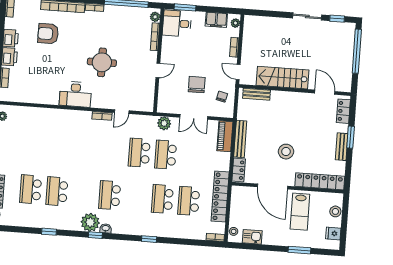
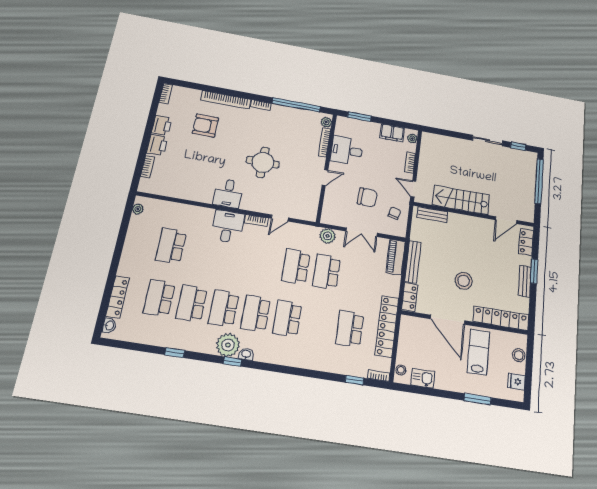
desk: (177, 23) -> (347, 151), moved
chair: (197, 85) -> (367, 197), turned 93
door: (325, 92) -> (506, 220), swing flipped
desk: (75, 94) -> (228, 193), width x0.73
desk: (78, 124) -> (228, 226), added
school desk: (34, 145) -> (171, 246), added
school desk: (83, 193) -> (224, 308), added
school desk: (162, 199) -> (287, 319), moved
lab bench: (300, 212) -> (478, 352), turned 180
window: (149, 239) -> (355, 380), moved

